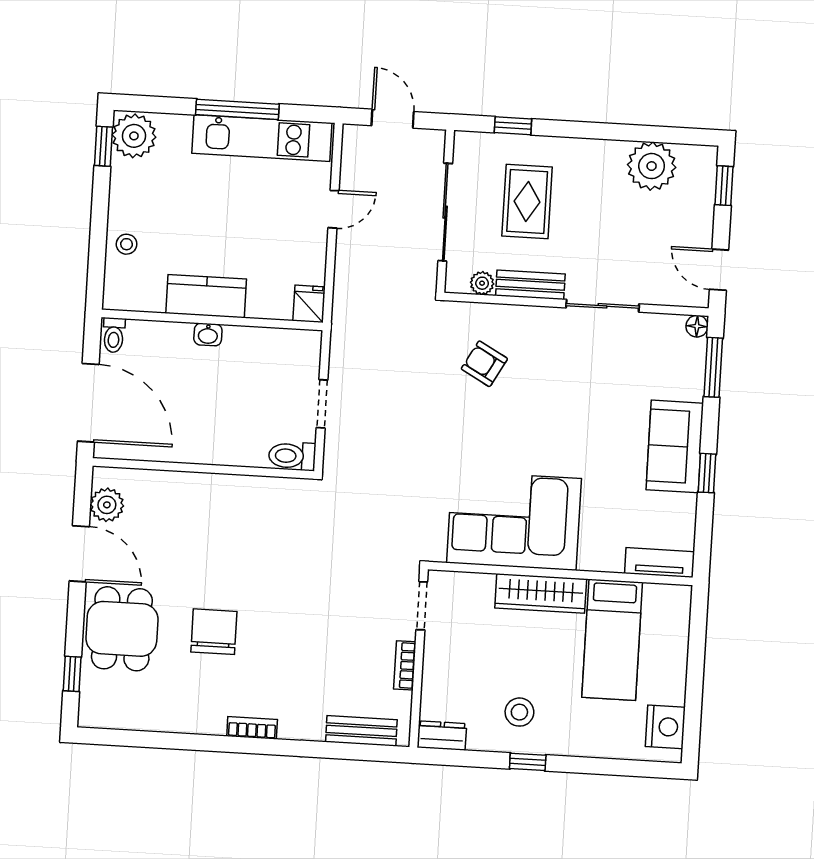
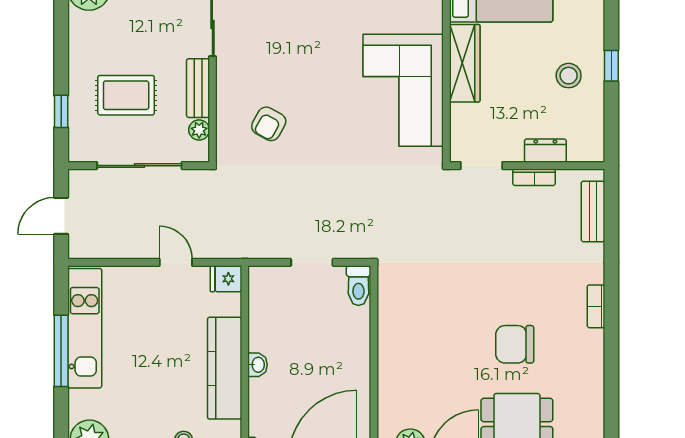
door: (334, 209) -> (176, 262), moved
kitchen counter: (206, 296) -> (225, 368), width x1.50
dresser: (442, 736) -> (545, 151), moved, turned 90

